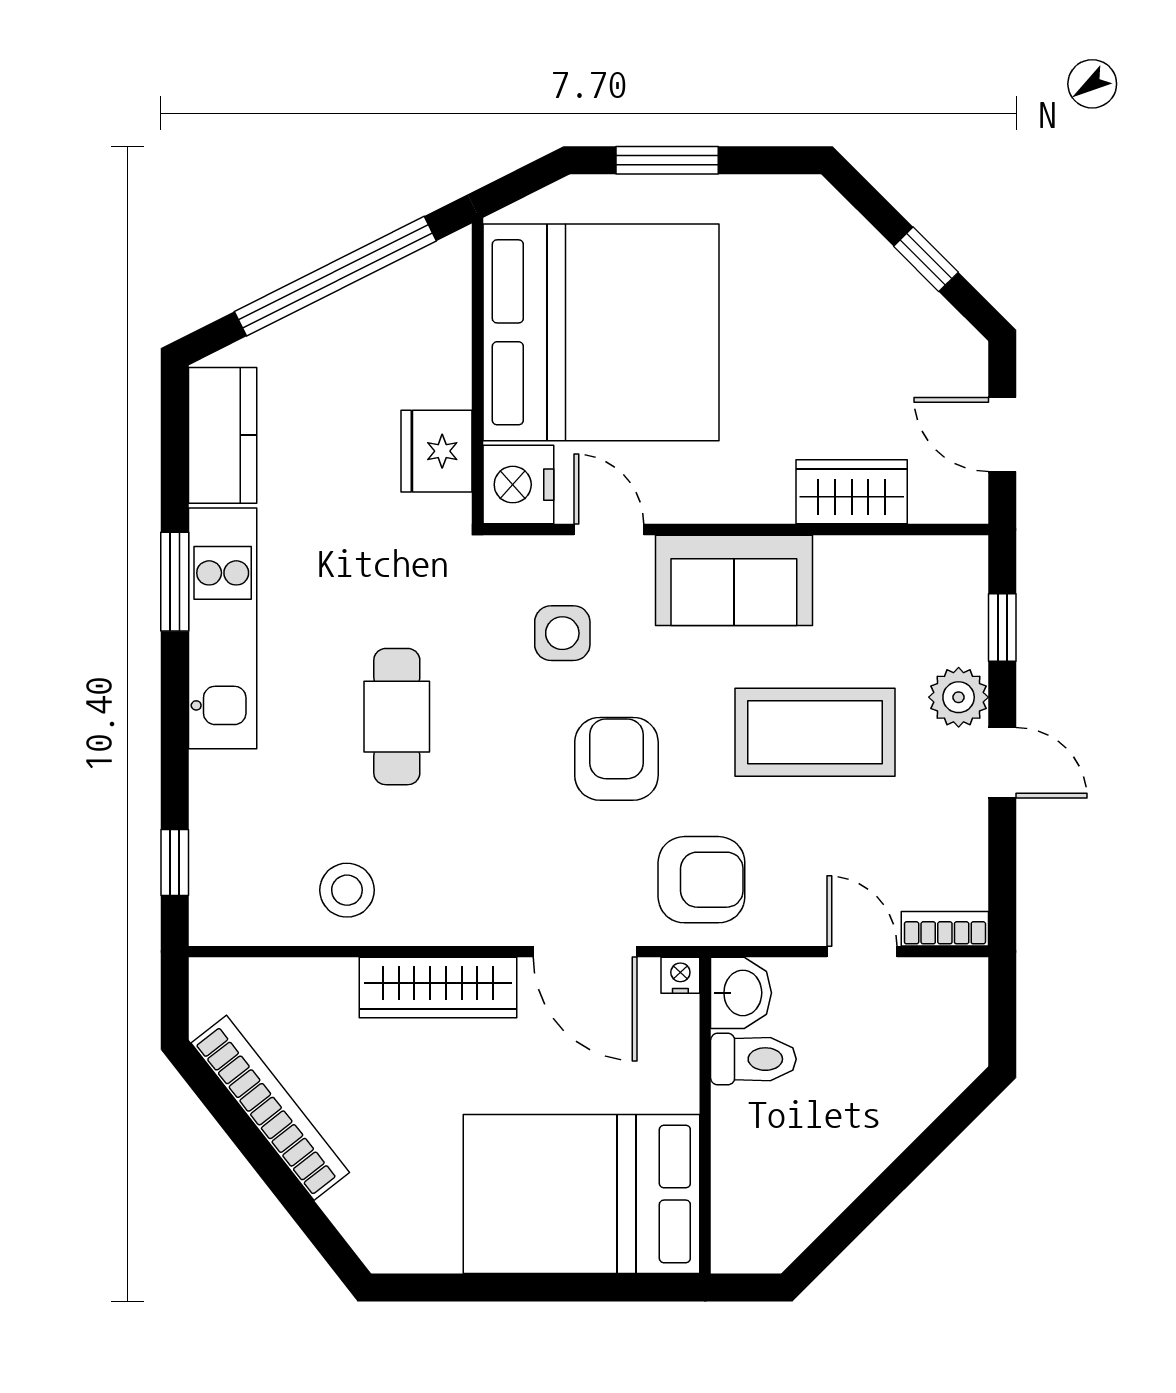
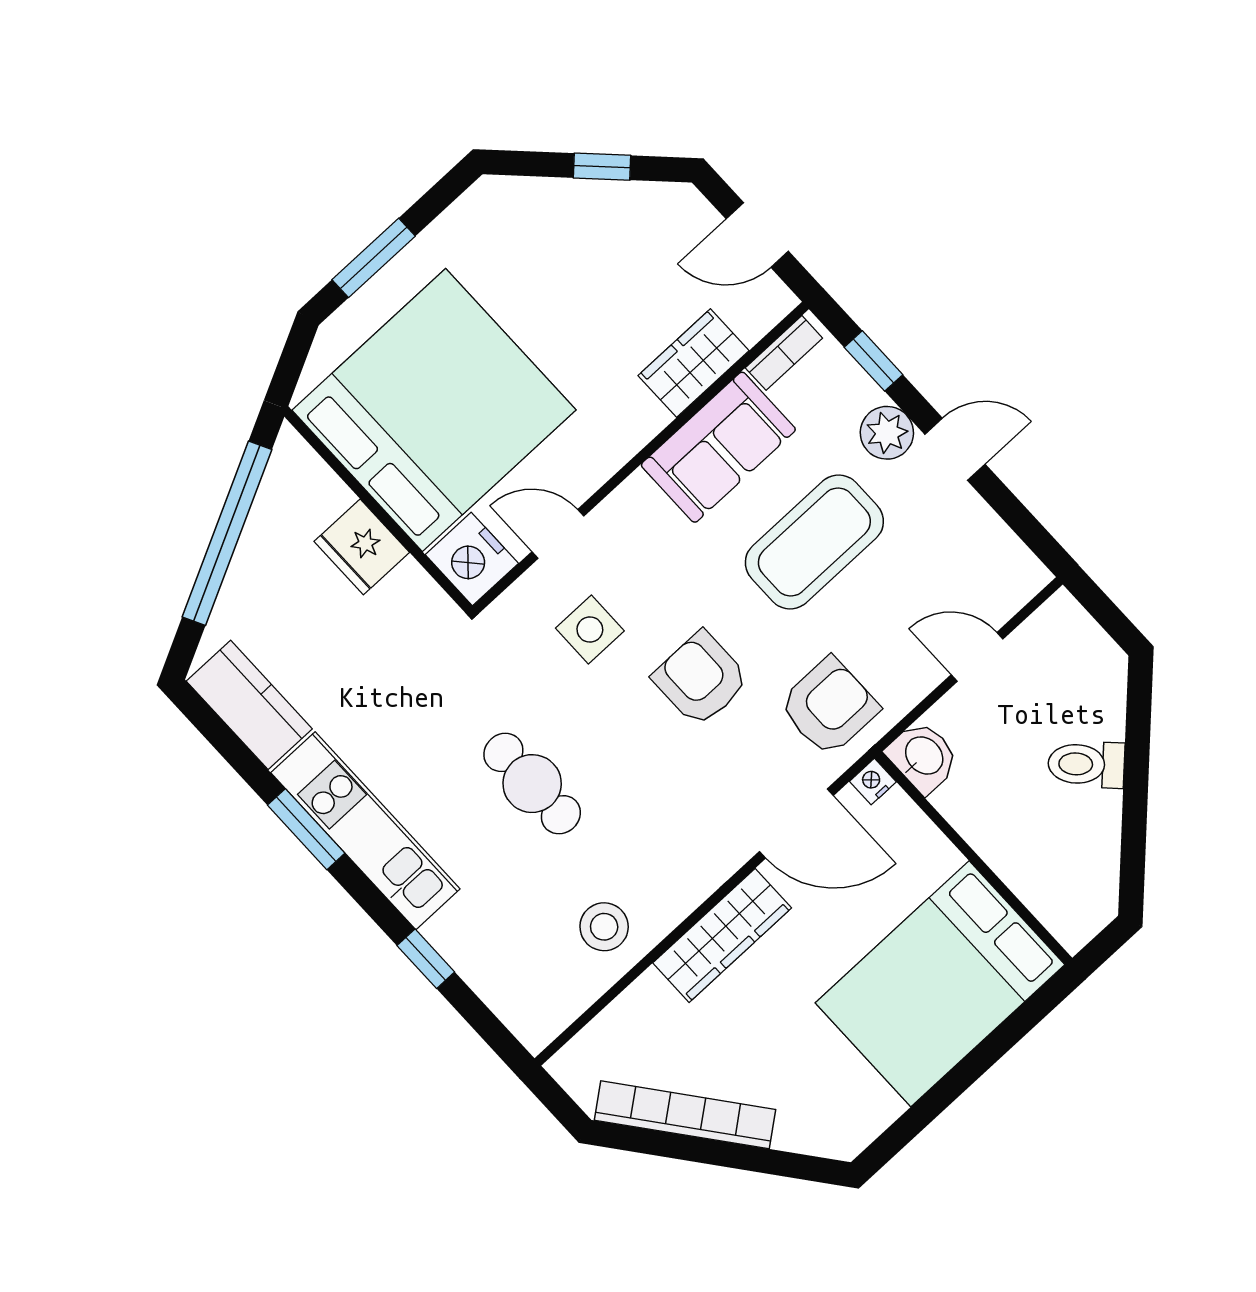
fridge: (437, 451) -> (362, 547), moved
sofa: (734, 580) -> (718, 447), moved
window: (175, 863) -> (426, 959), moved
bookcase: (945, 929) -> (784, 353), moved, turned 180
toilet: (753, 1059) -> (1086, 764), moved, turned -135

